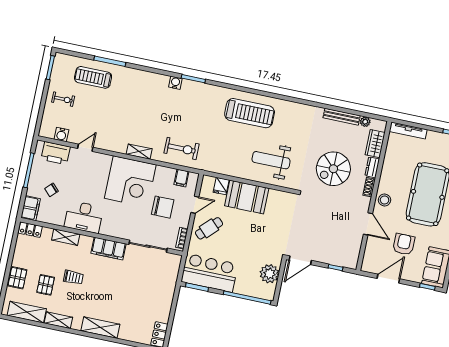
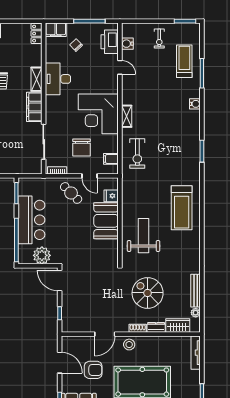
water cooler: (175, 83) -> (195, 104), moved
shelving: (66, 237) -> (37, 79), moved
bar counter: (209, 273) -> (31, 220), moved

